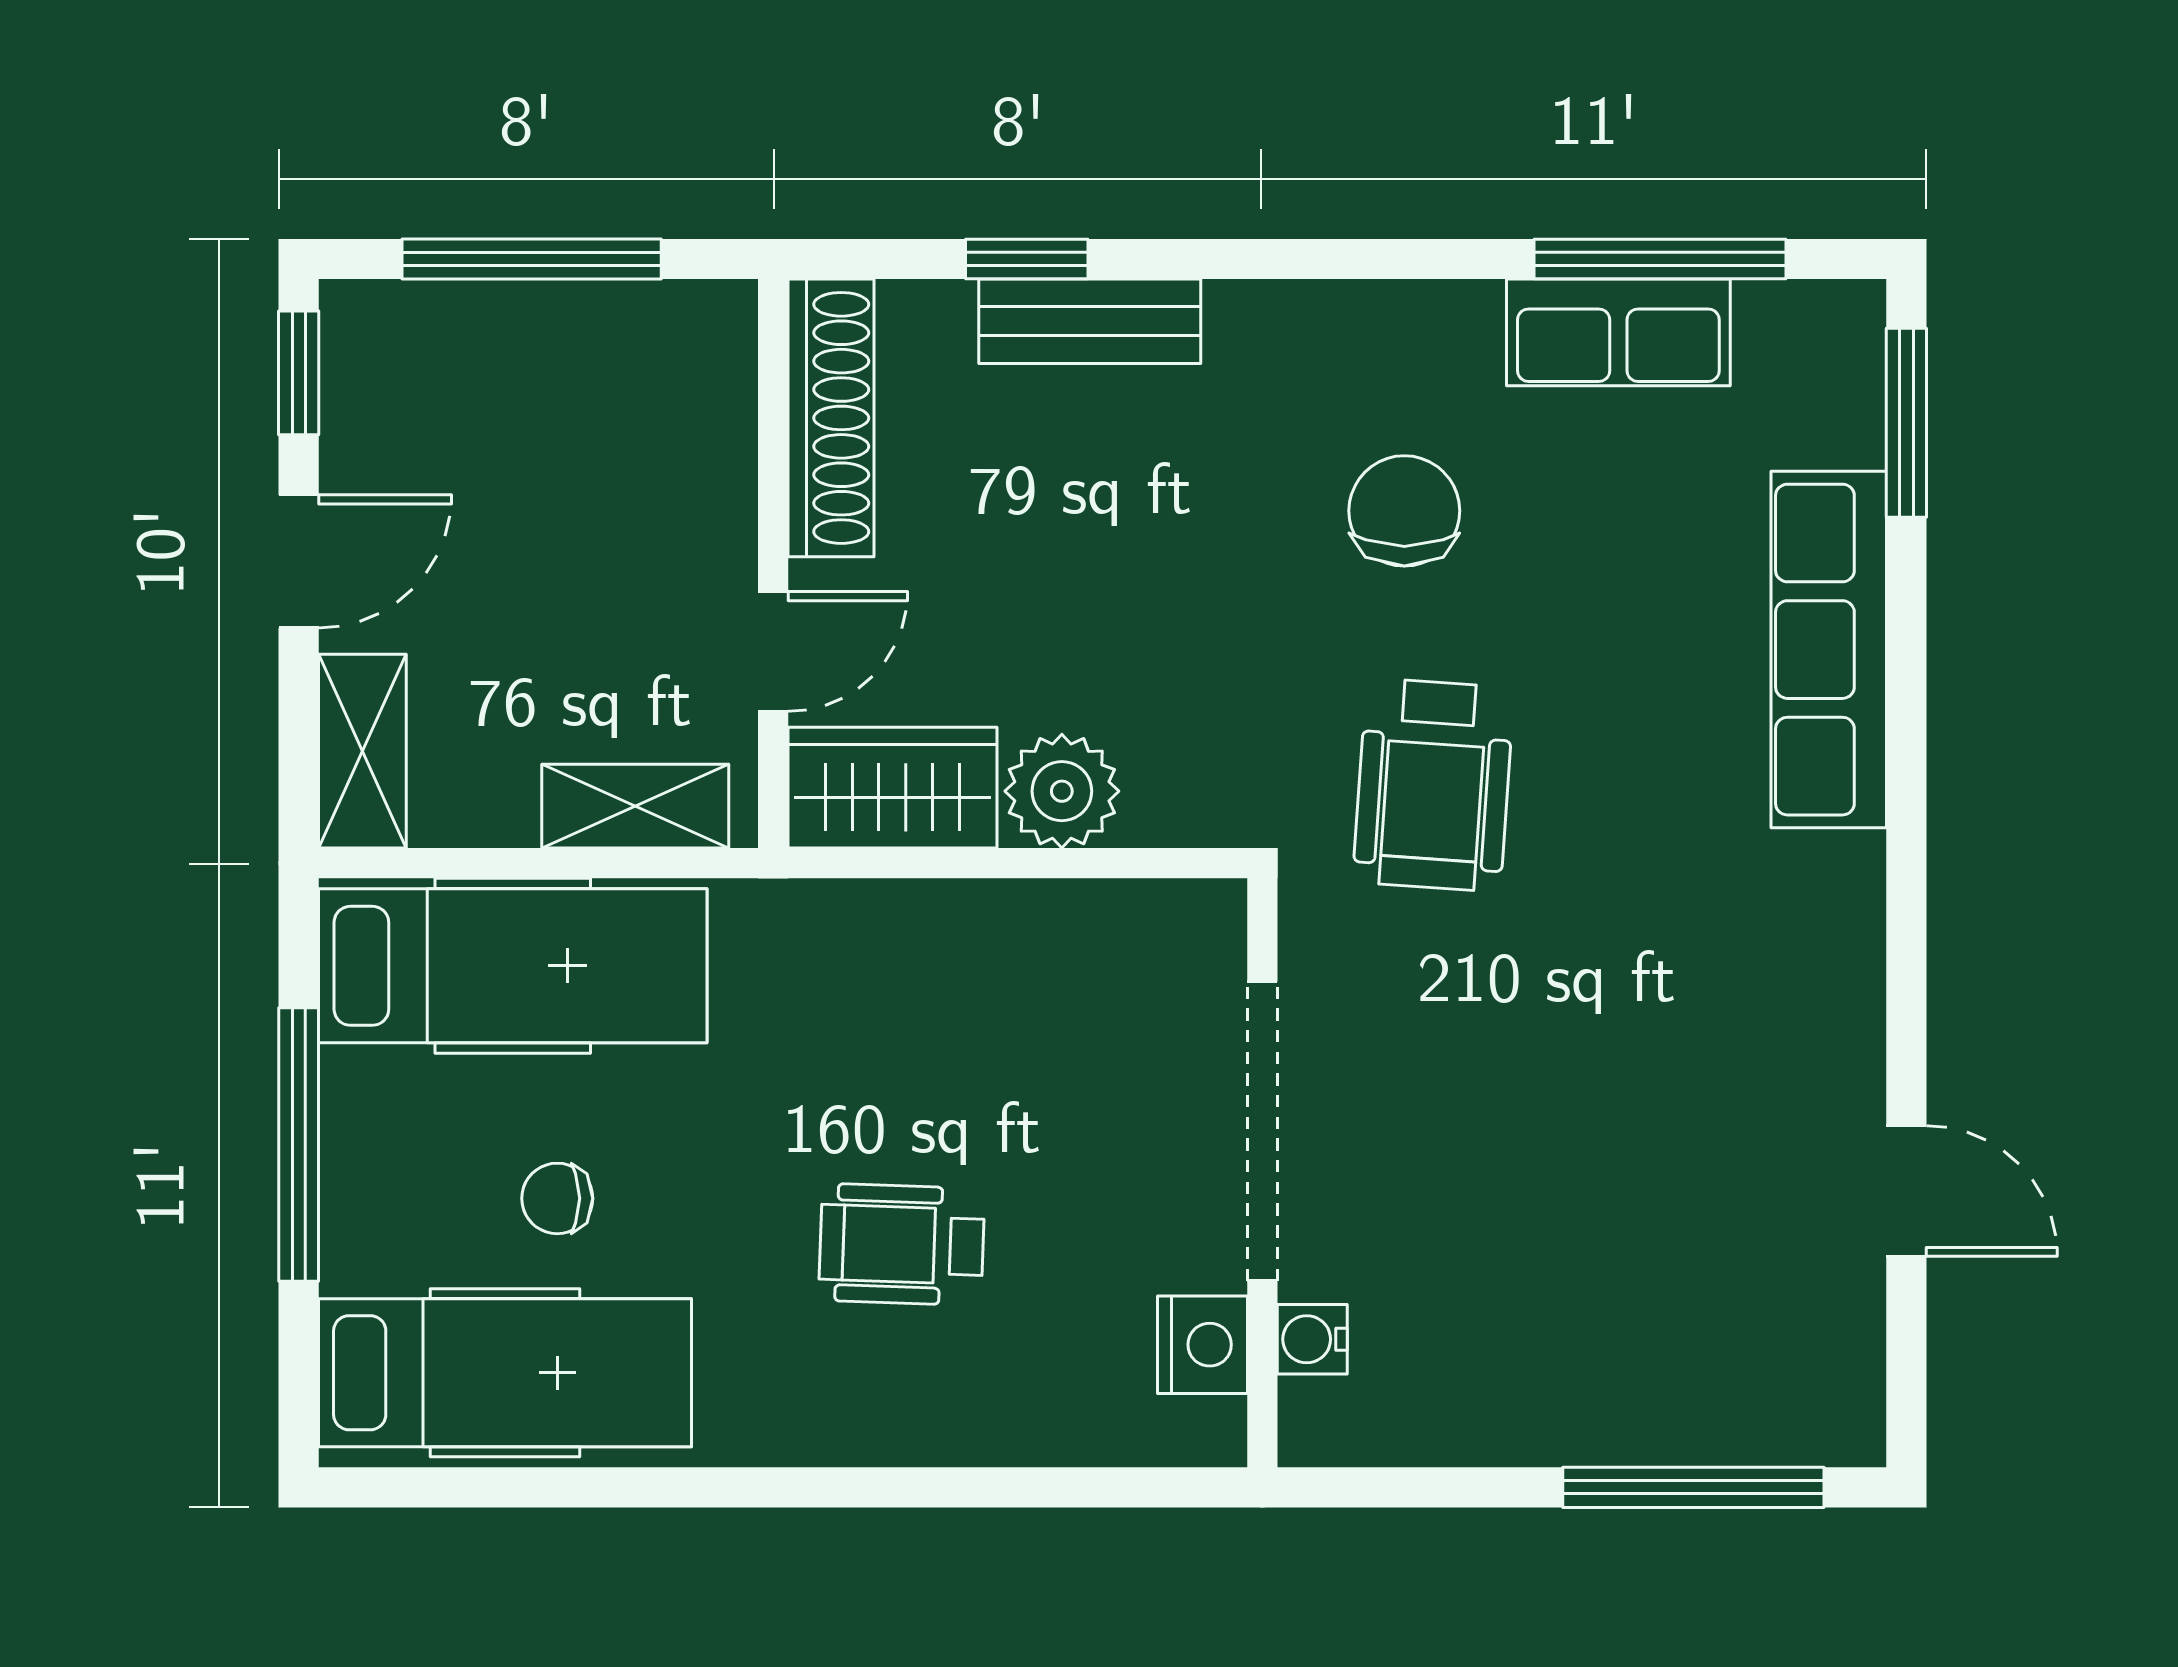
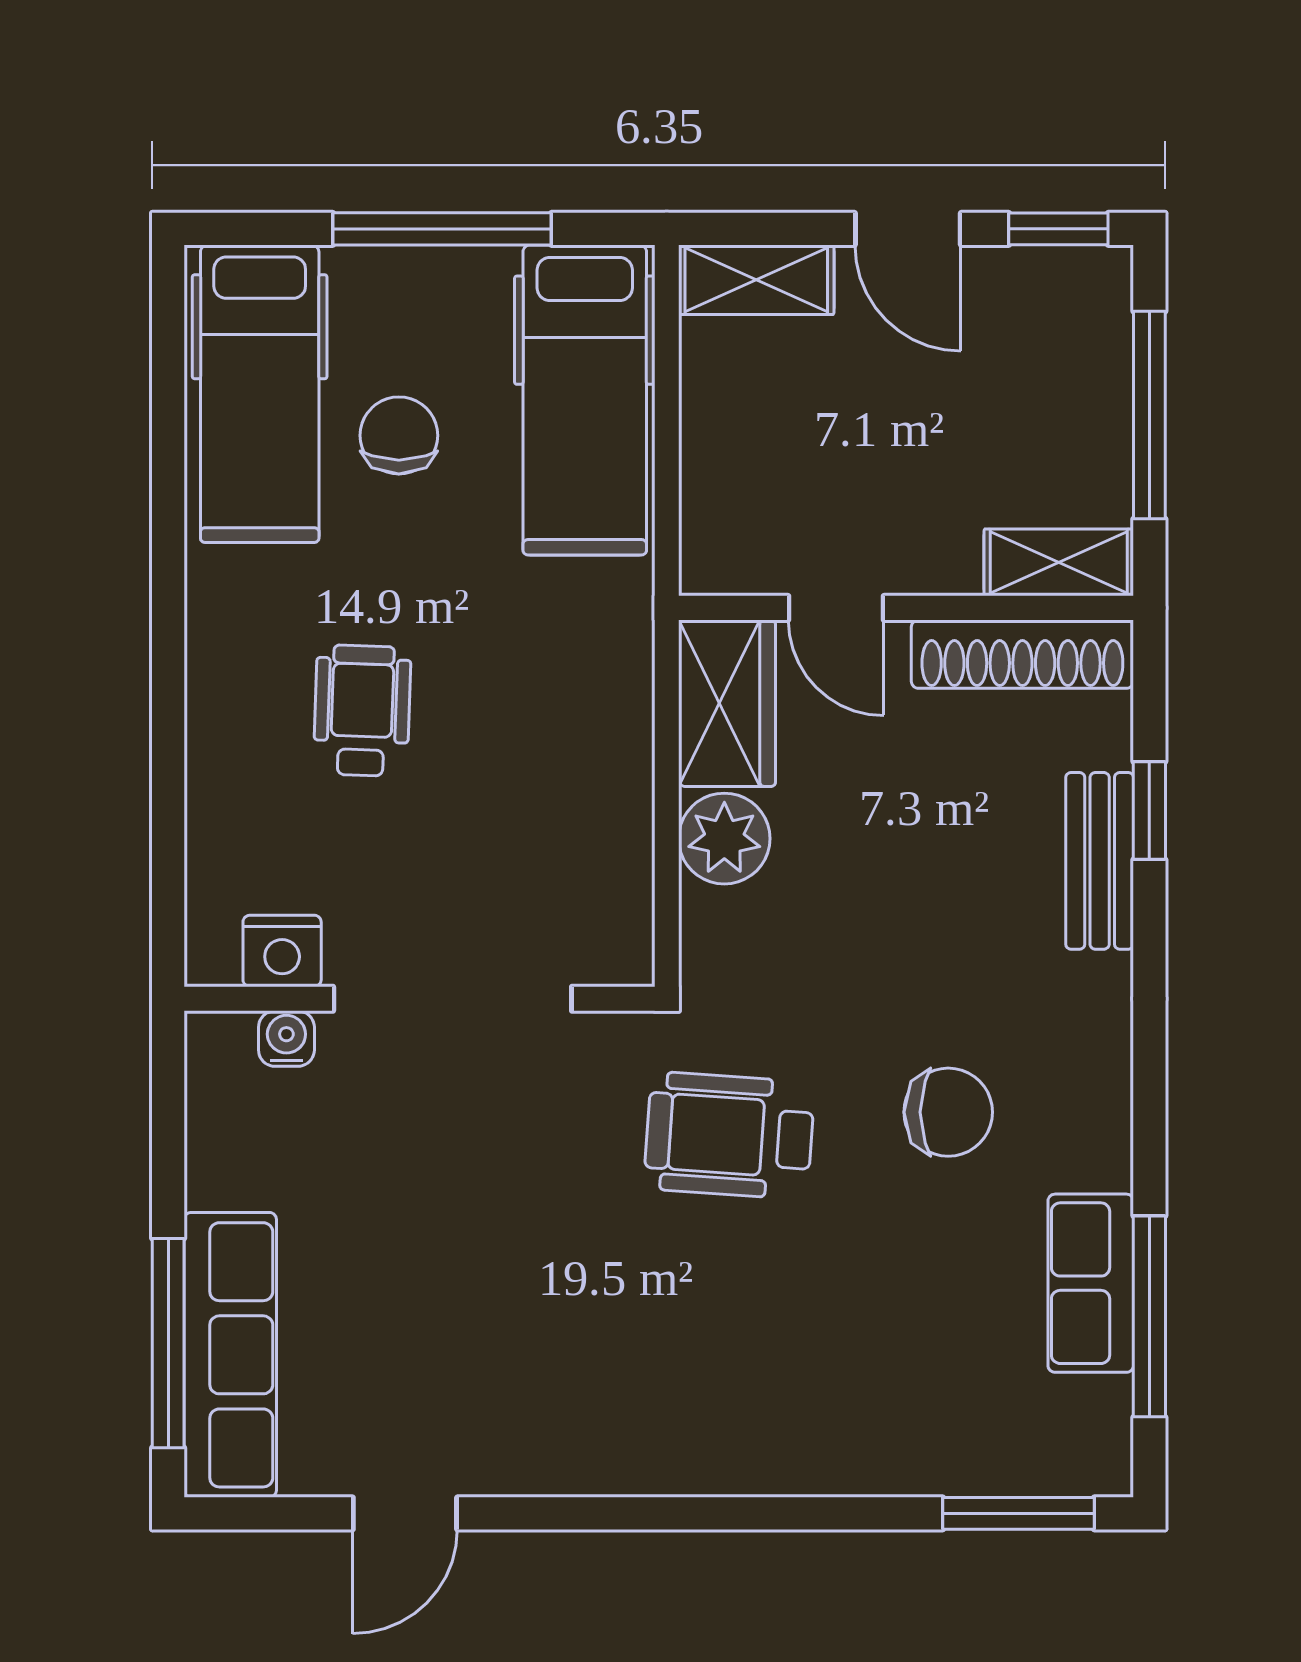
row of seats: (1829, 650) -> (230, 1355), moved, turned 90
shelving: (635, 806) -> (1059, 562), moved, turned 90
chair: (557, 1198) -> (399, 435), width x1.37, depth x1.37

